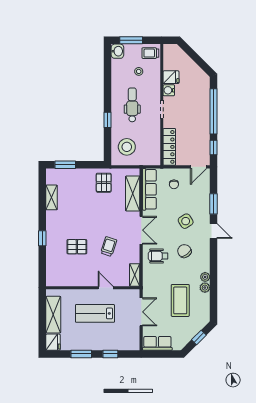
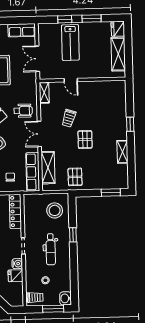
shelving: (52, 197) -> (122, 152), moved
pallet: (77, 247) -> (85, 140), moved, turned 90
lab bench: (95, 313) -> (70, 42), moved, turned 90

